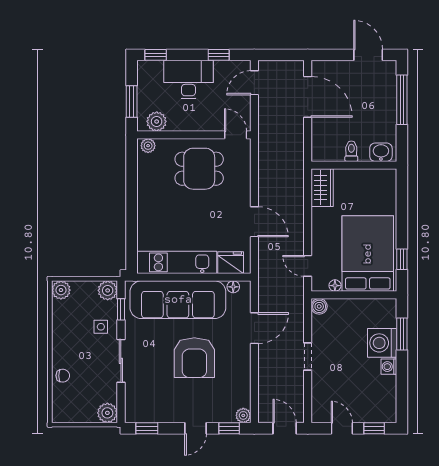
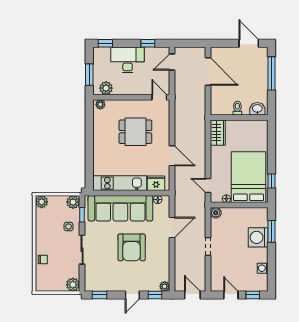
dining table: (199, 169) -> (135, 132), moved
washing machine: (389, 367) -> (263, 268), moved

